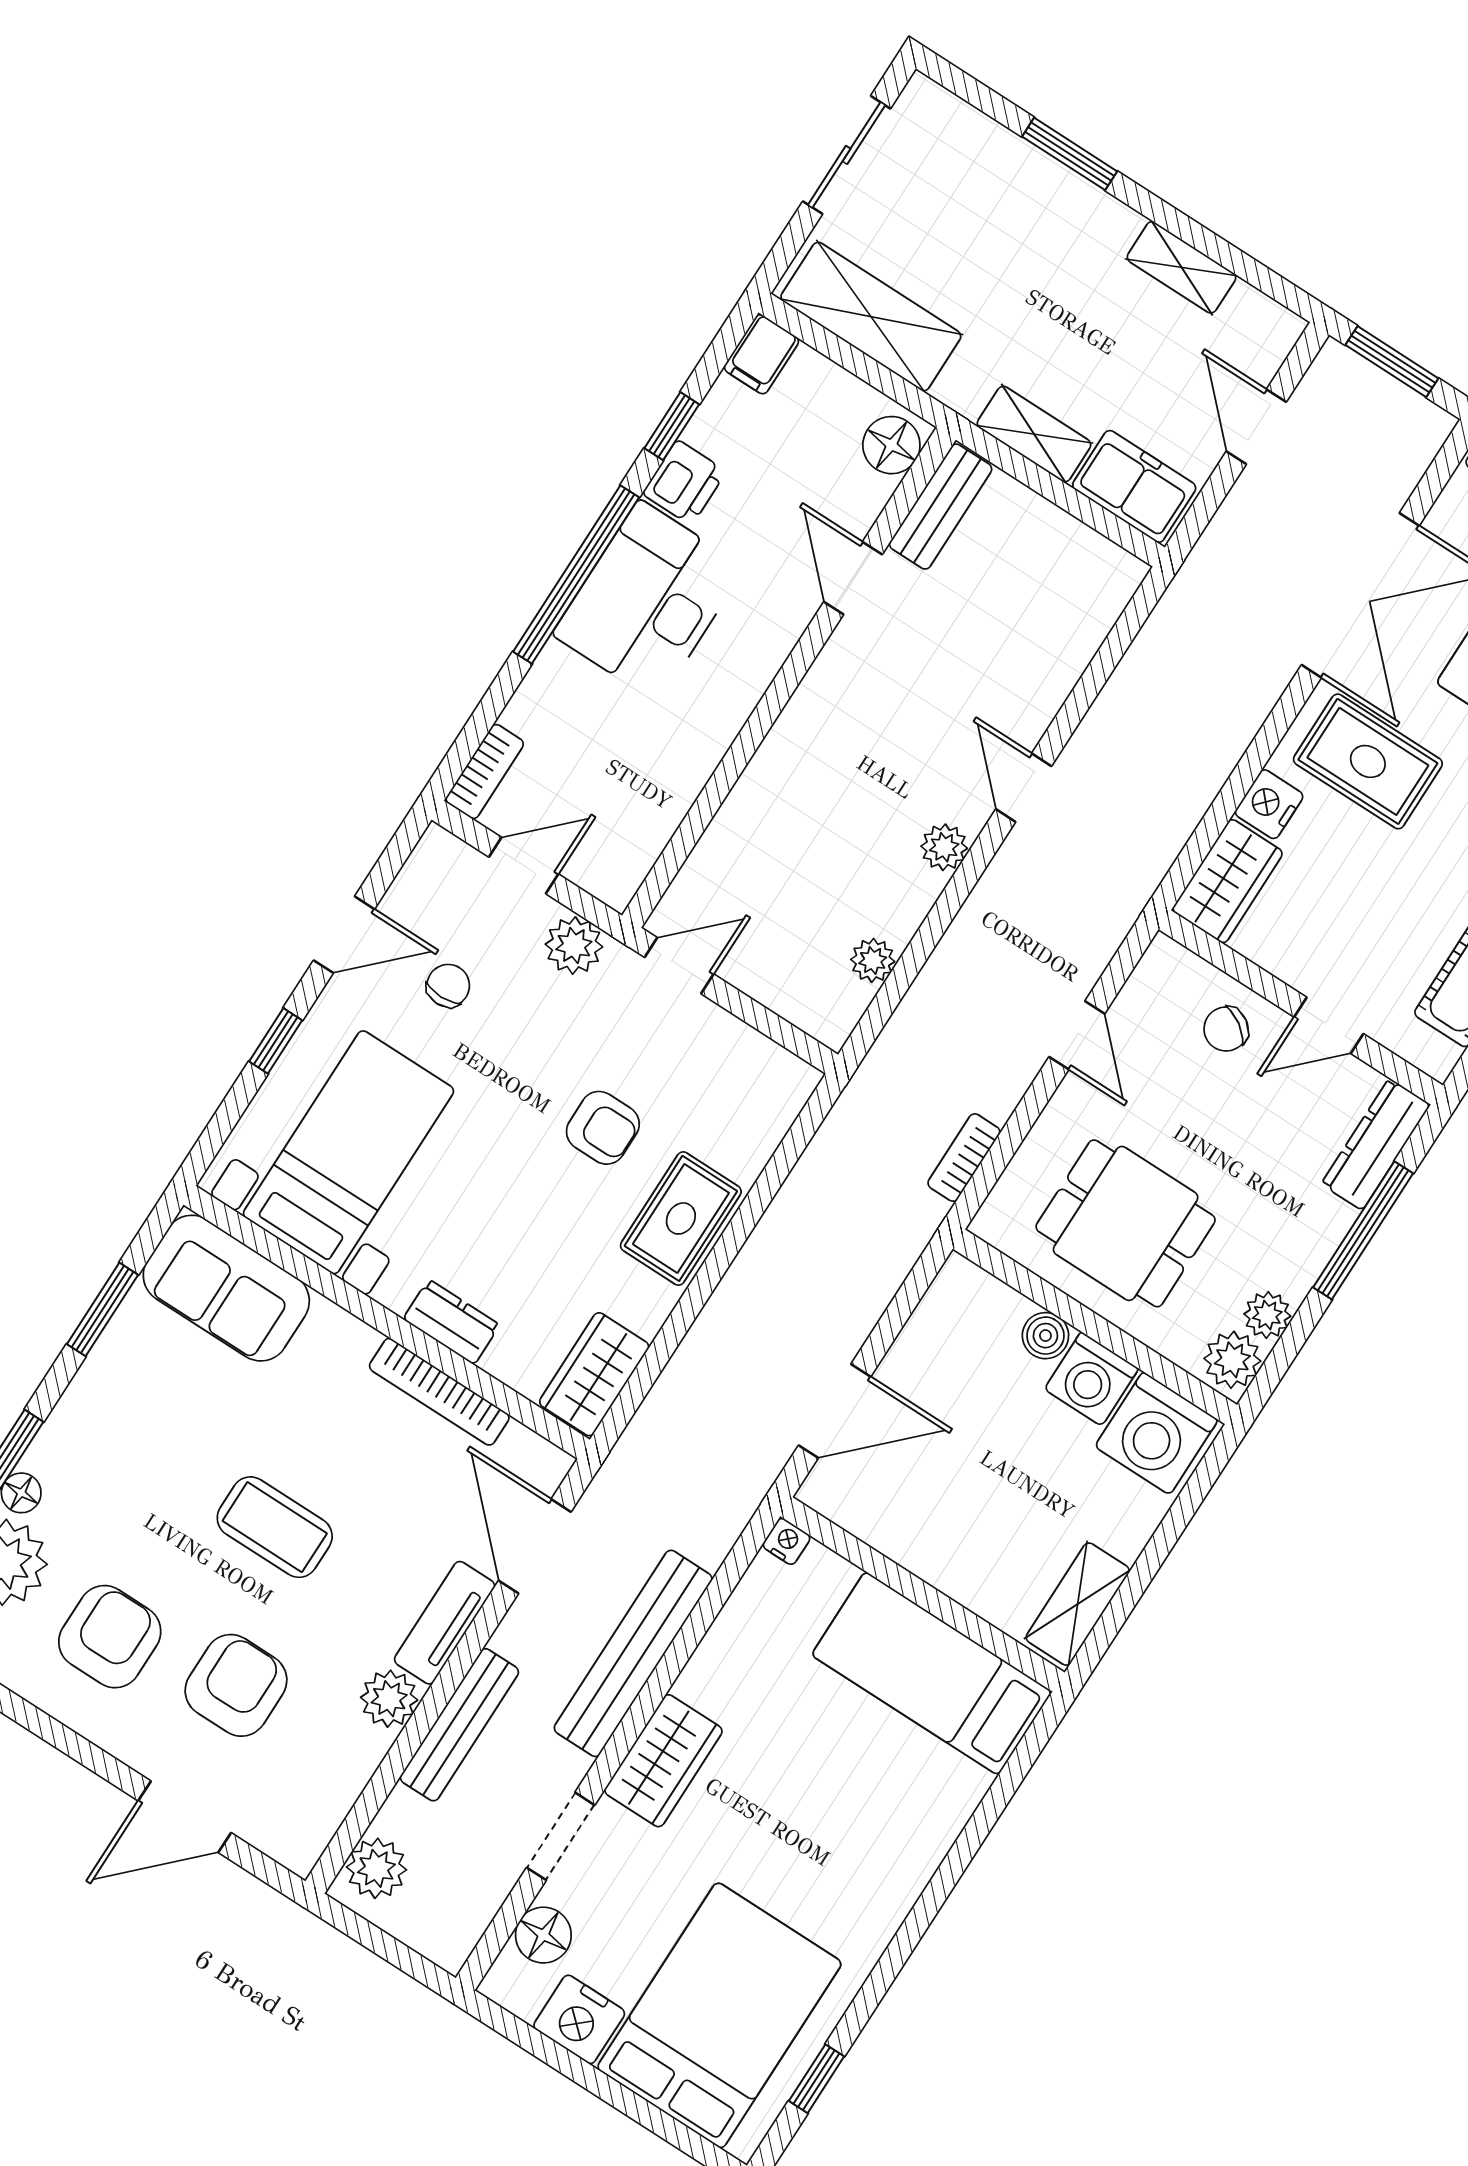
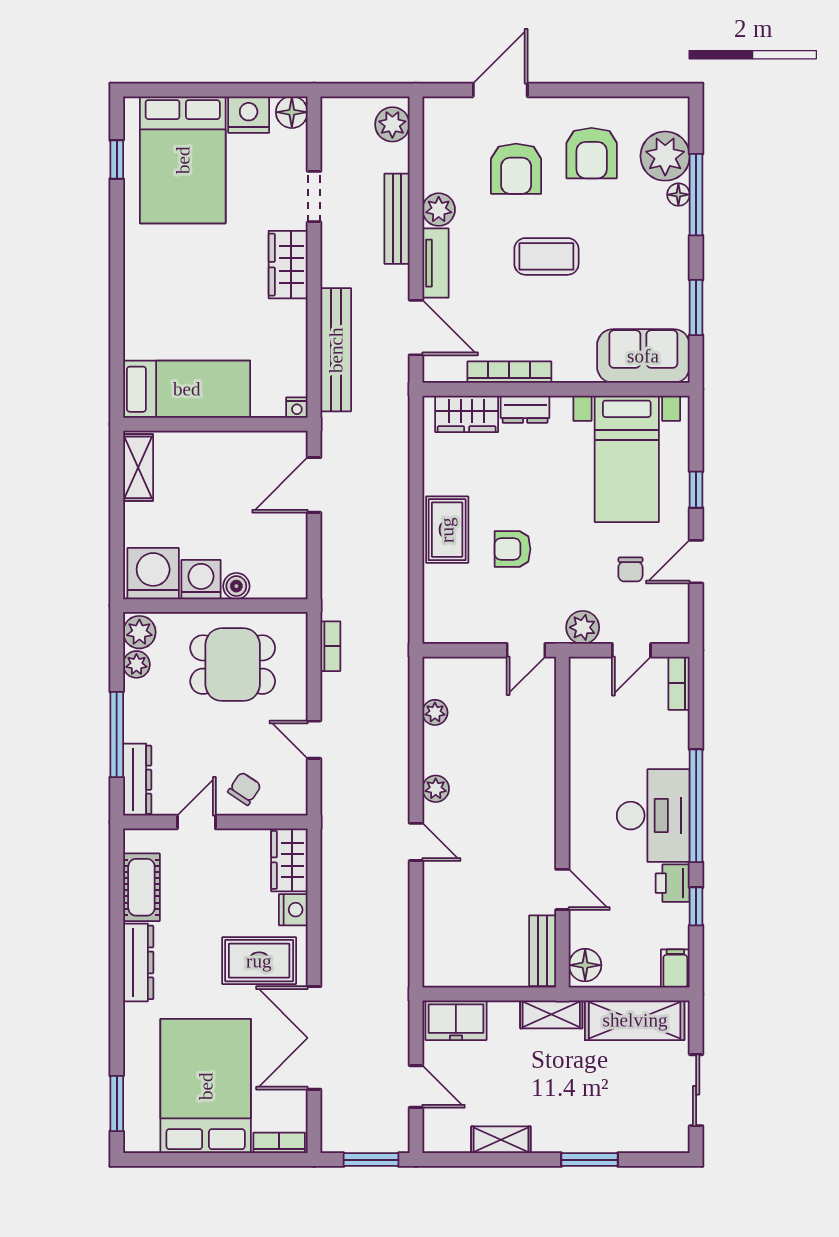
shelving: (1034, 434) -> (551, 1014), moved
wardrobe: (594, 1374) -> (467, 414), moved, turned 90
bench: (633, 1653) -> (336, 350), moved
floor lamp: (543, 1935) -> (292, 112), moved

